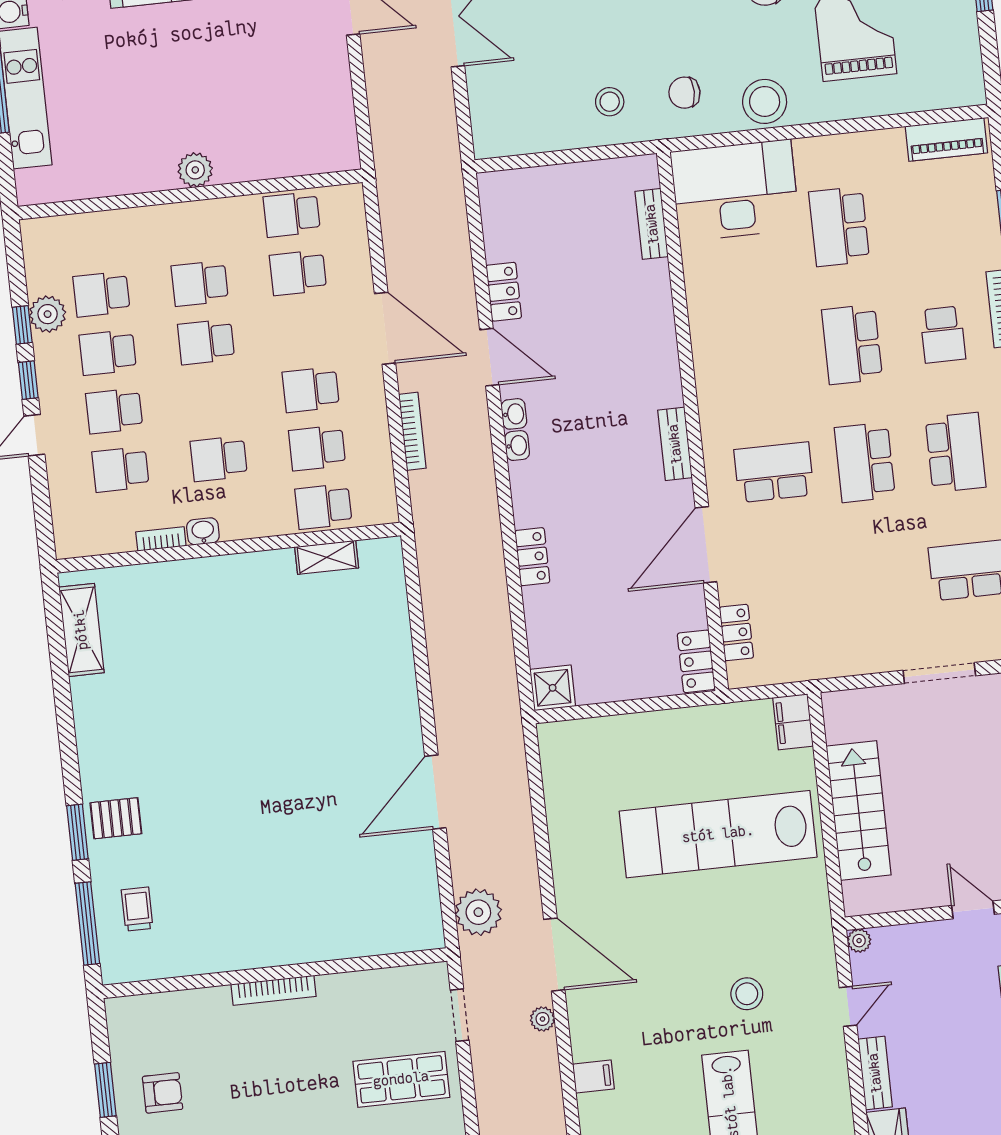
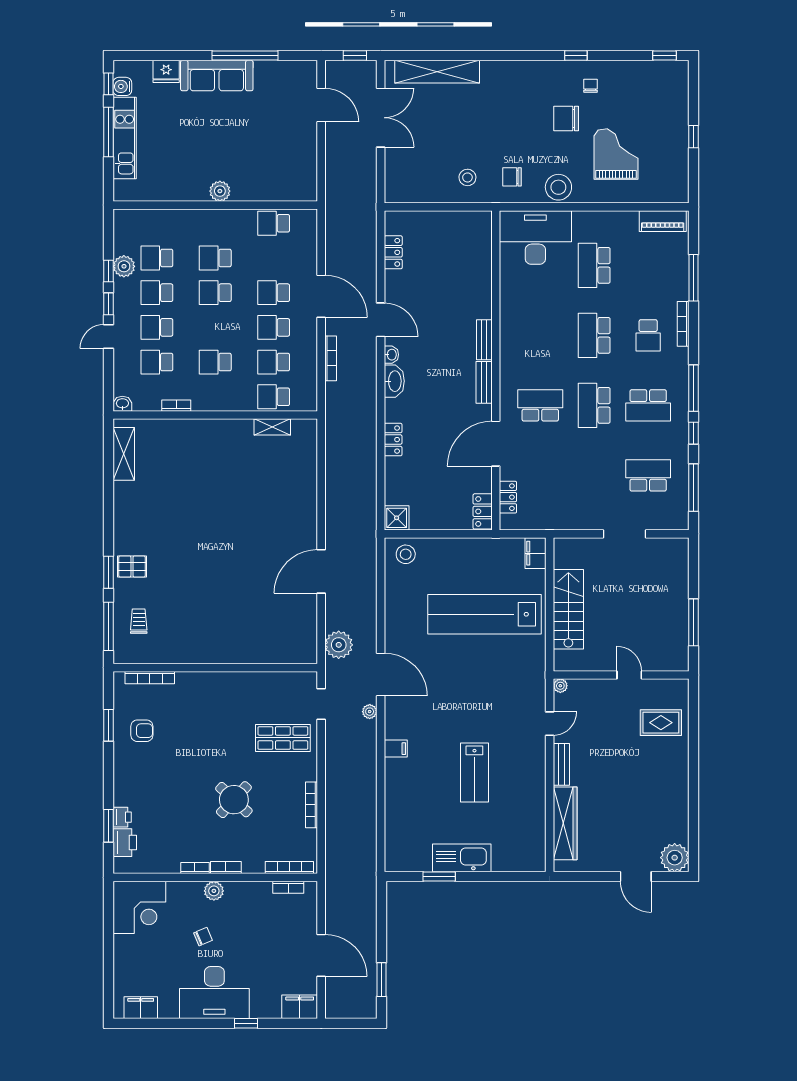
bench: (652, 224) -> (484, 340), moved
school desk: (298, 273) -> (274, 293), moved
locker: (504, 292) -> (393, 252), moved
washbasin: (517, 446) -> (394, 381), width x1.91, depth x1.45
school desk: (956, 452) -> (648, 405), turned 90
washbasin: (203, 531) -> (122, 404), moved
bookcase: (273, 990) -> (150, 678), moved
stool: (747, 994) -> (406, 554), moved

